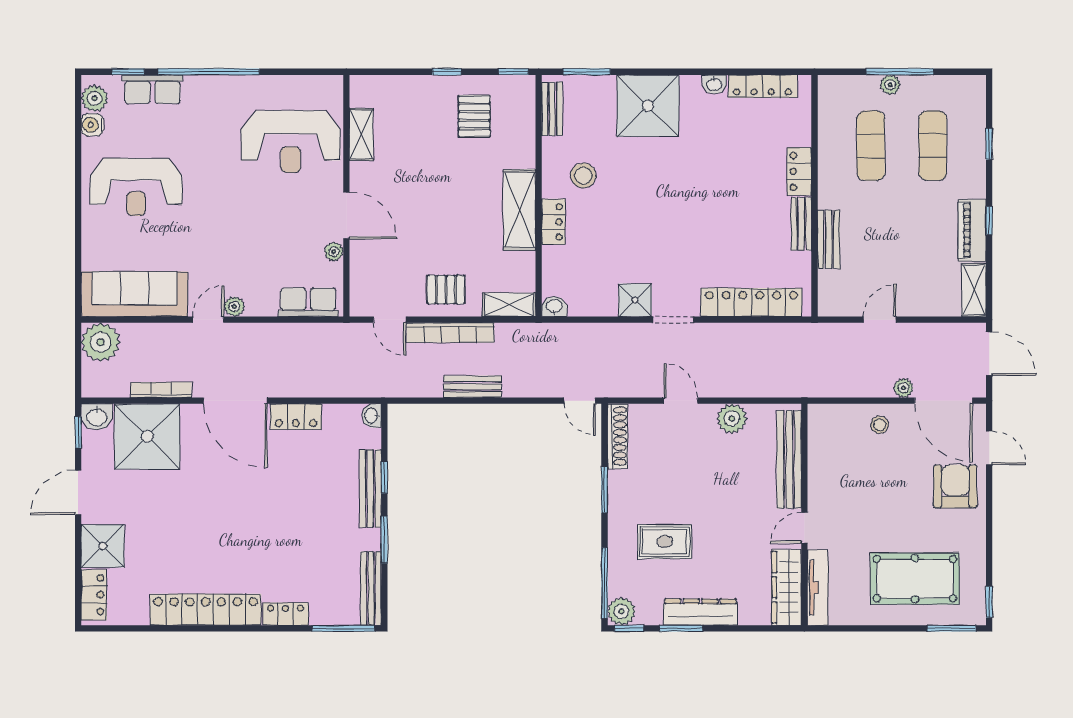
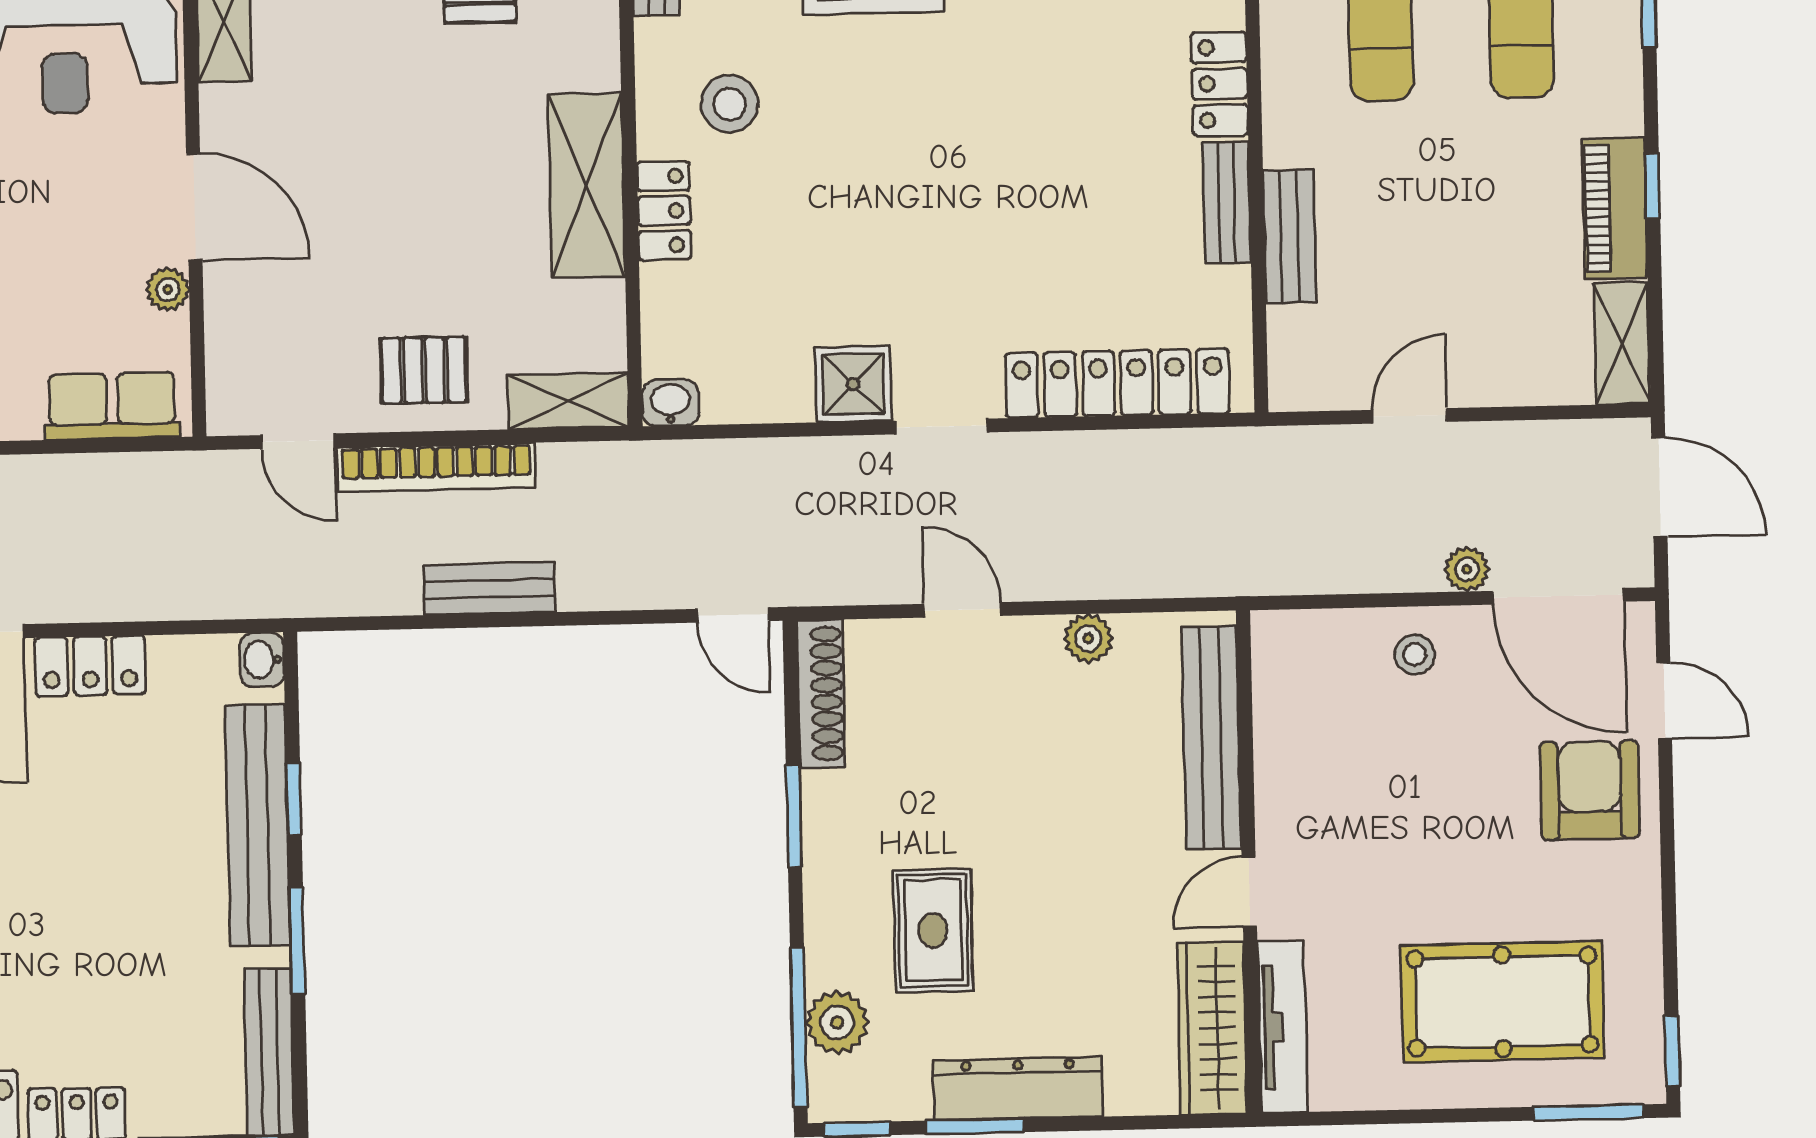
plant: (732, 419) -> (1088, 638), width x0.73, depth x0.73
bench: (370, 488) -> (258, 825), width x1.37, depth x1.21
rug: (665, 542) -> (933, 930), turned 90
plant: (621, 611) -> (837, 1023), moved

